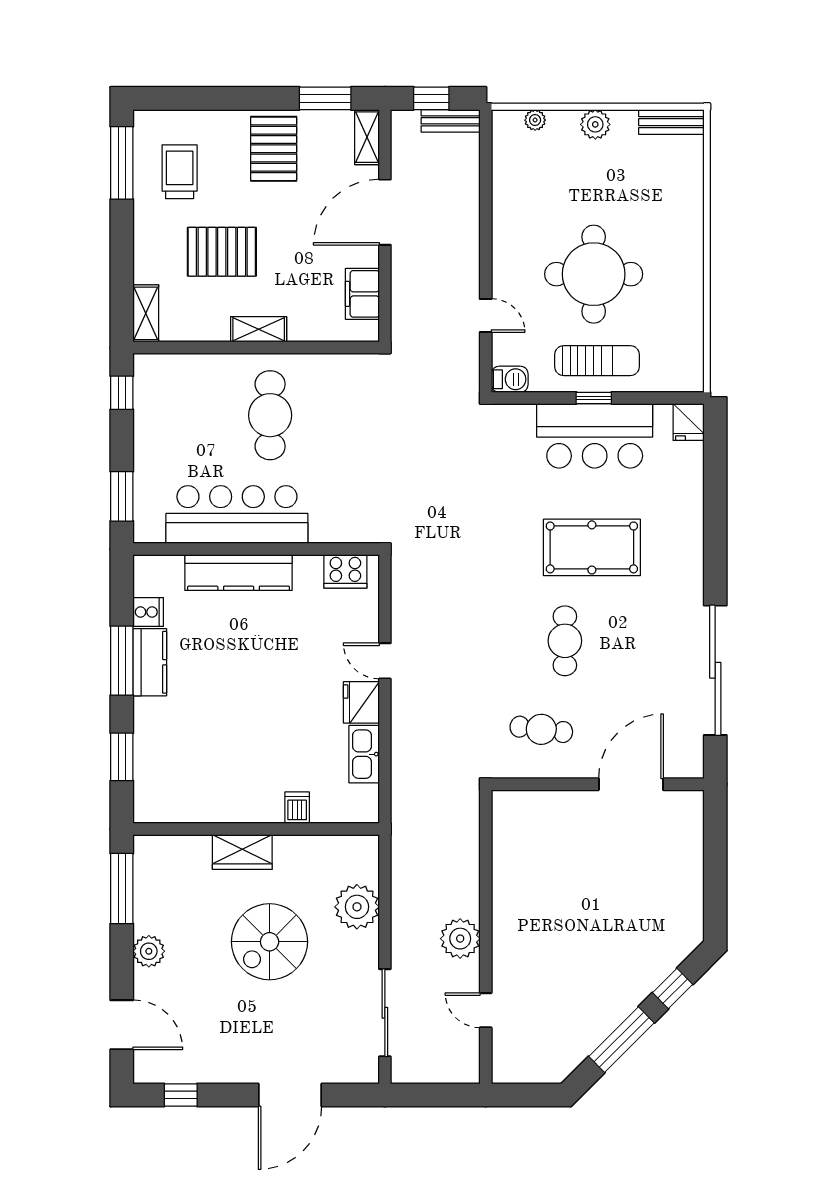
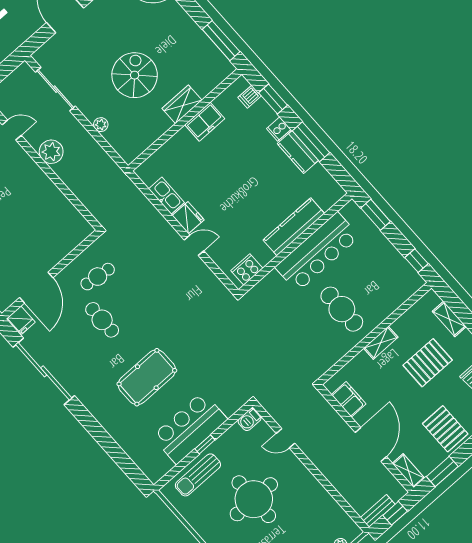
shelving: (146, 313) -> (449, 319), moved
sun lounger: (597, 361) -> (198, 475), moved
fridge: (689, 422) -> (21, 320), moved, turned 180
cooker: (148, 612) -> (279, 129), moved
cafe table: (565, 641) -> (102, 320), moved
freezer: (233, 805) -> (205, 122), added
dishwasher: (297, 808) -> (250, 97), moved, turned 90
plant: (357, 907) -> (101, 125), width x0.53, depth x0.53
plant: (149, 951) -> (184, 23), removed

